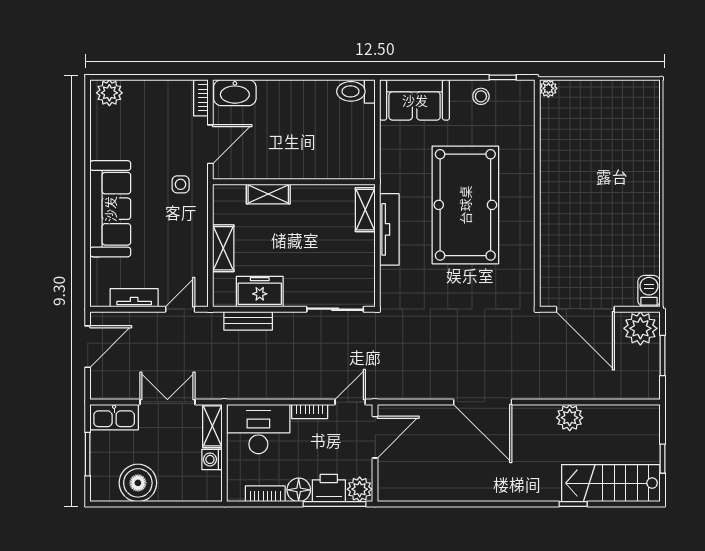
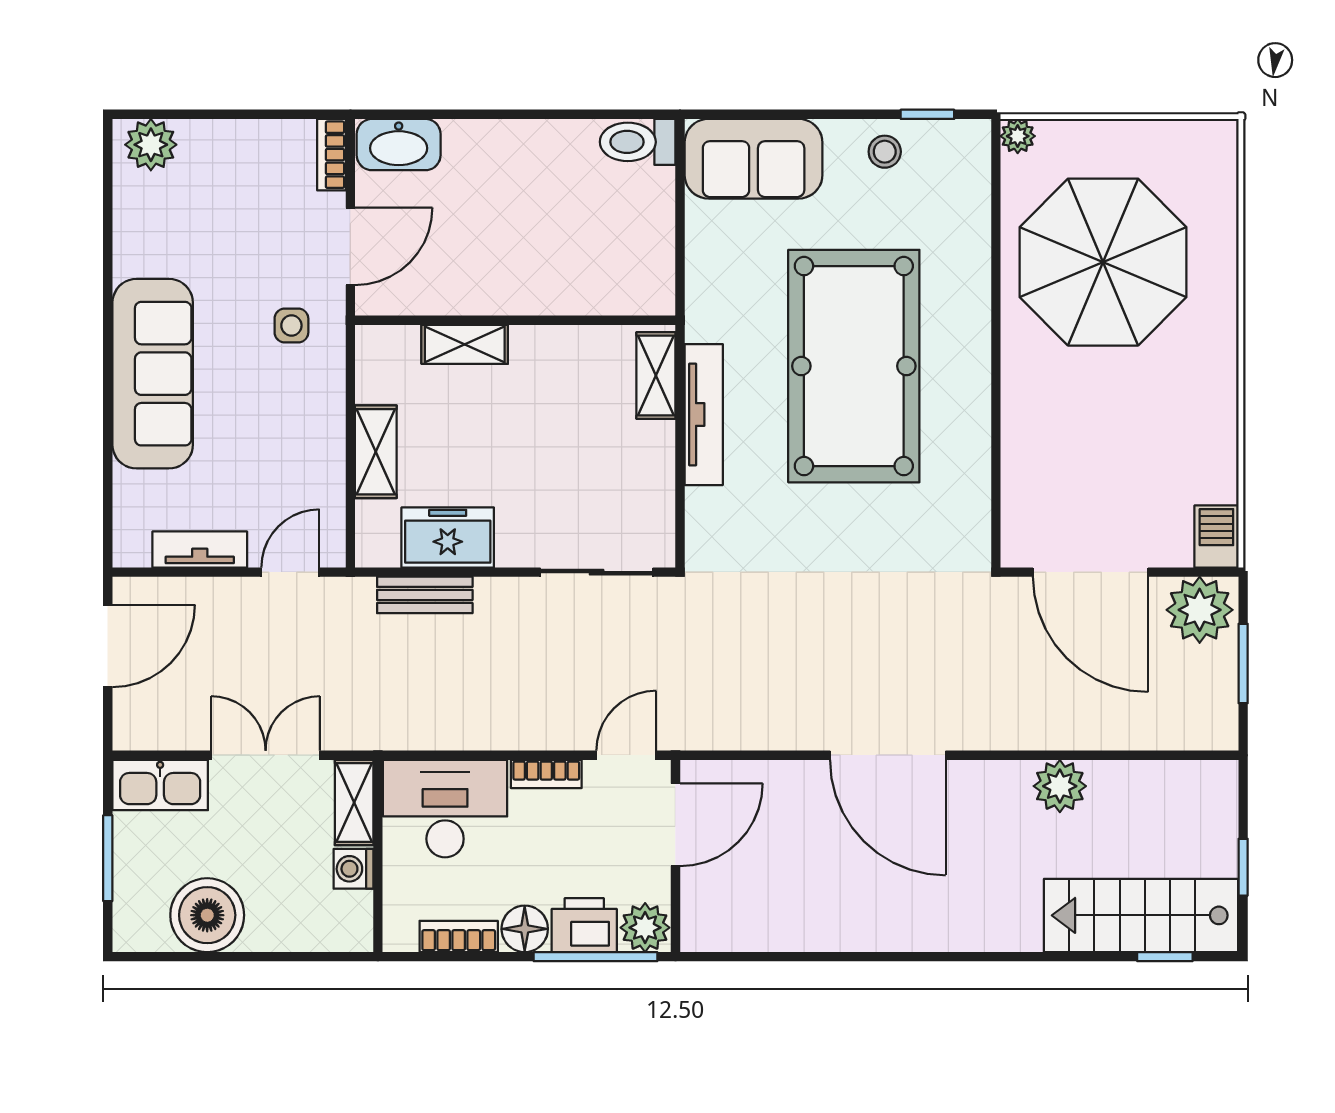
parasol: (592, 152) -> (1103, 262), added
window: (573, 504) -> (1165, 957), moved

